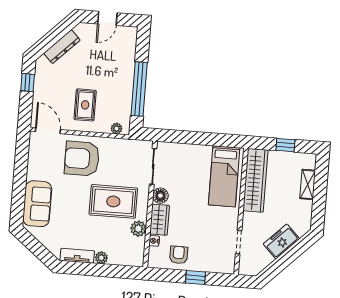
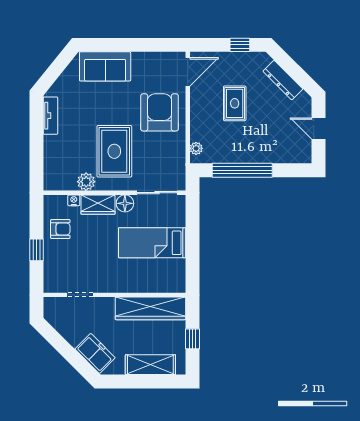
rug: (85, 105) -> (235, 103), moved, turned 90
bed: (224, 176) -> (152, 243), moved
shelving: (308, 184) -> (150, 365), width x1.50, depth x1.33
freezer: (281, 241) -> (95, 353), moved
plant: (101, 258) -> (50, 143), removed

